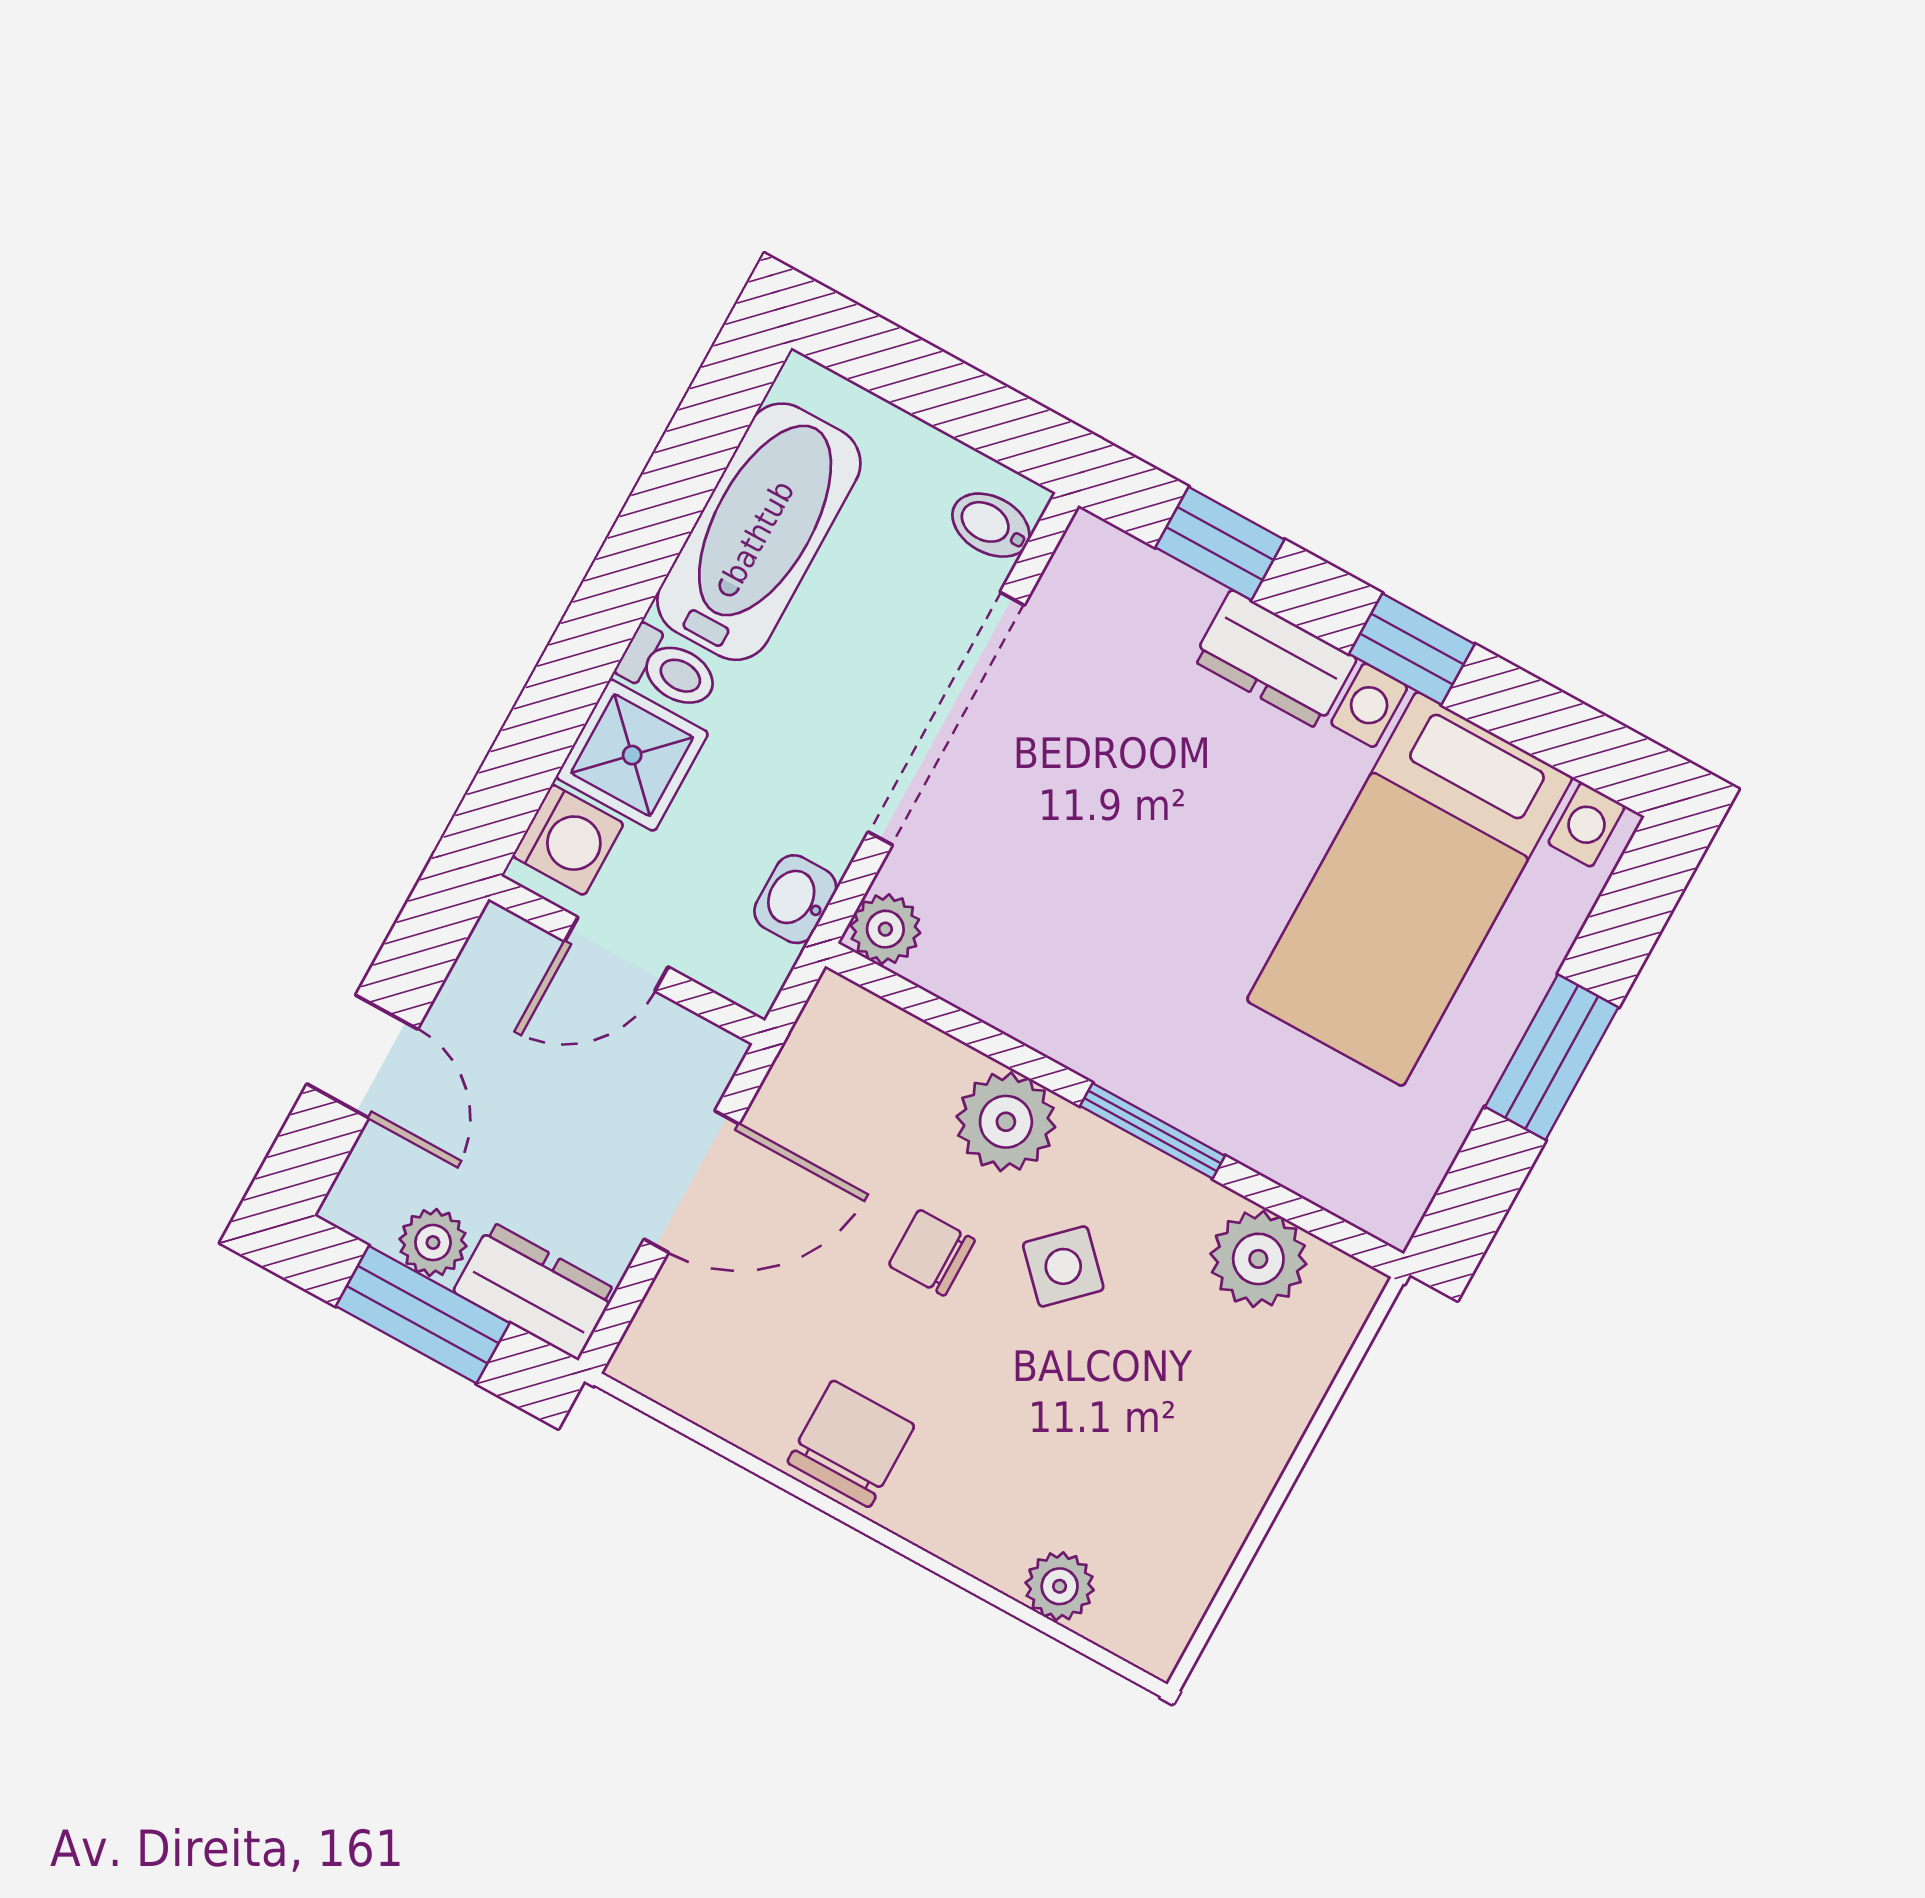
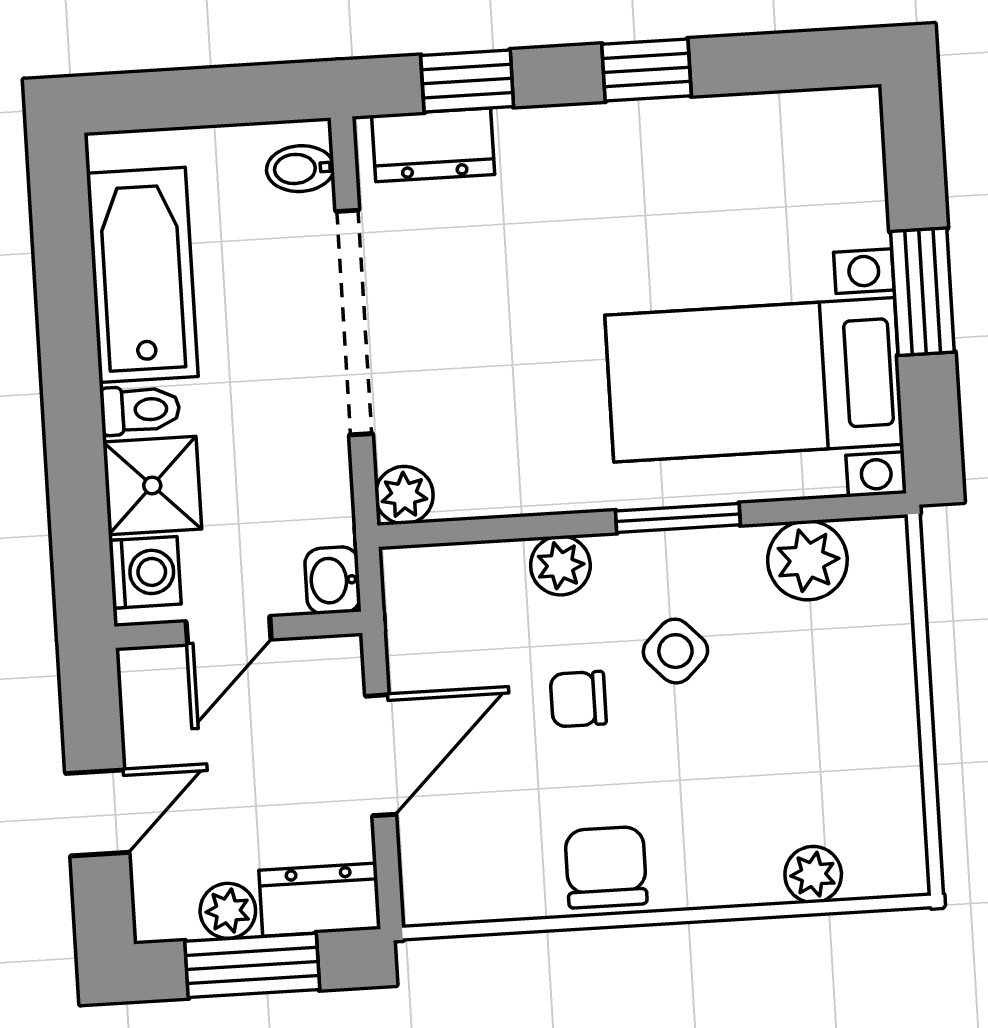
dresser: (1275, 659) -> (433, 145), moved
bed with nightstands: (1410, 889) -> (754, 380), moved, turned 90
washbasin: (795, 899) -> (333, 580), moved
door: (362, 1057) -> (97, 813), hinge flipped
plant: (1006, 1122) -> (560, 565), width x0.73, depth x0.73

